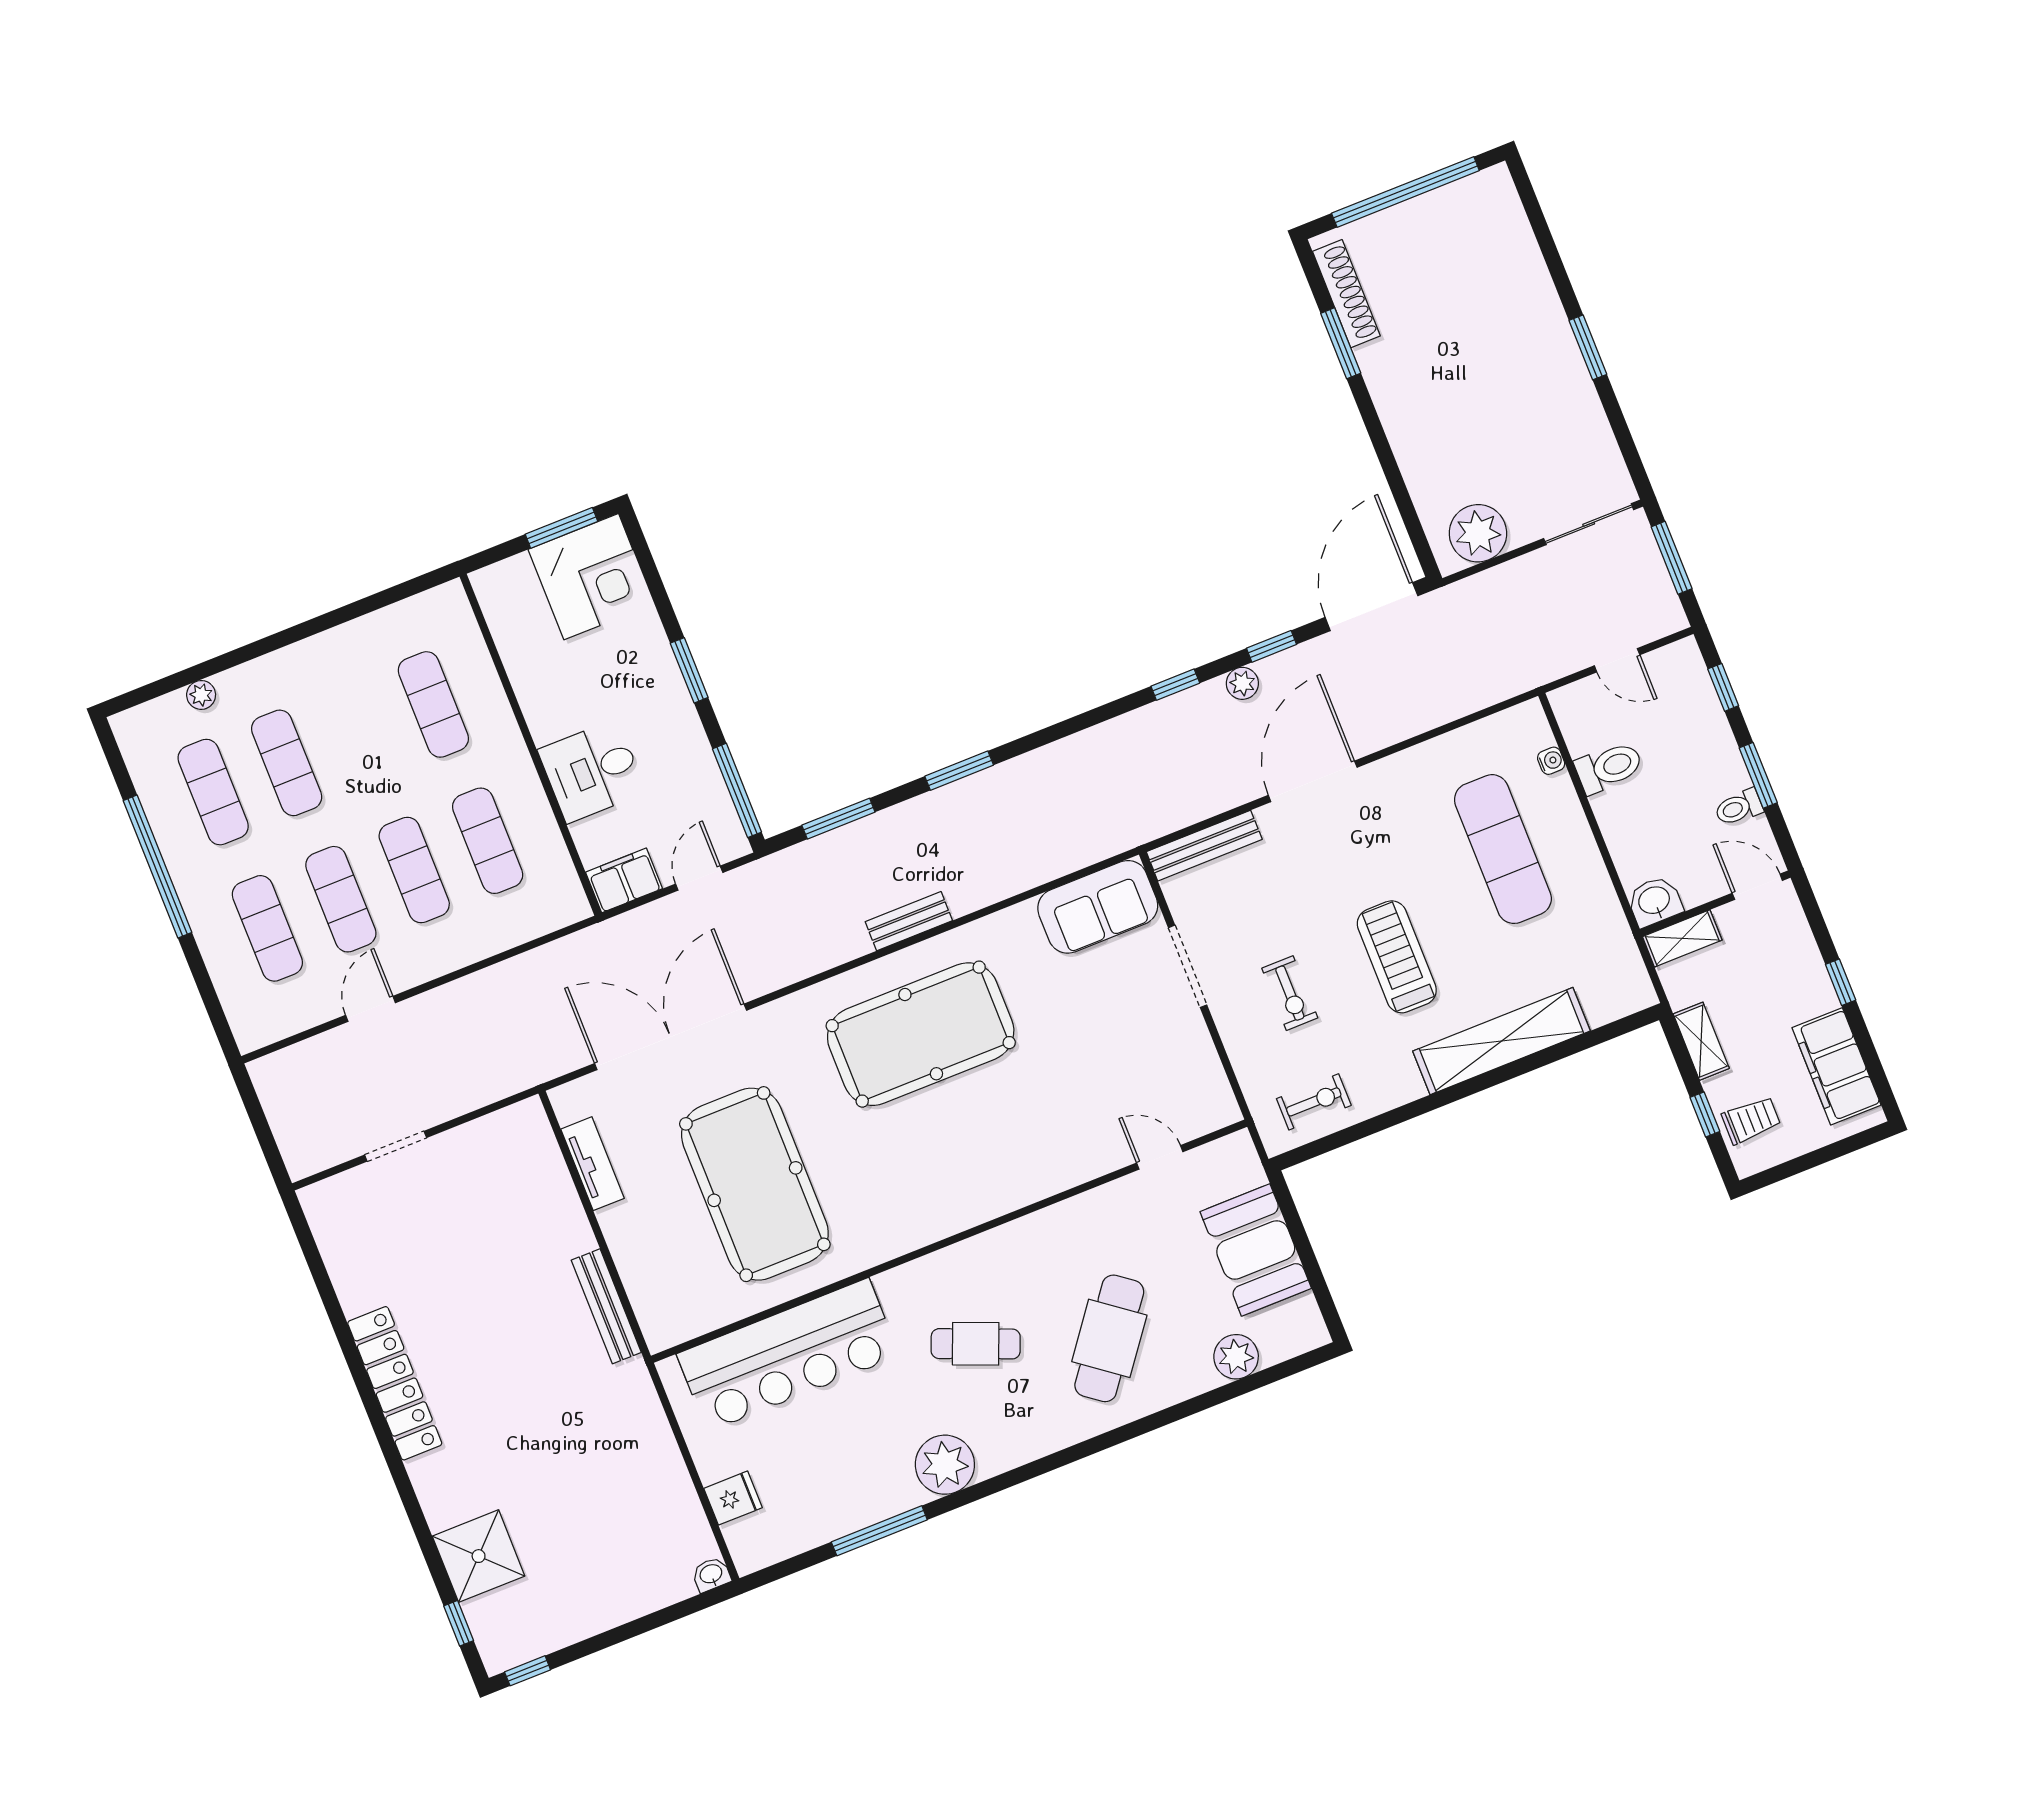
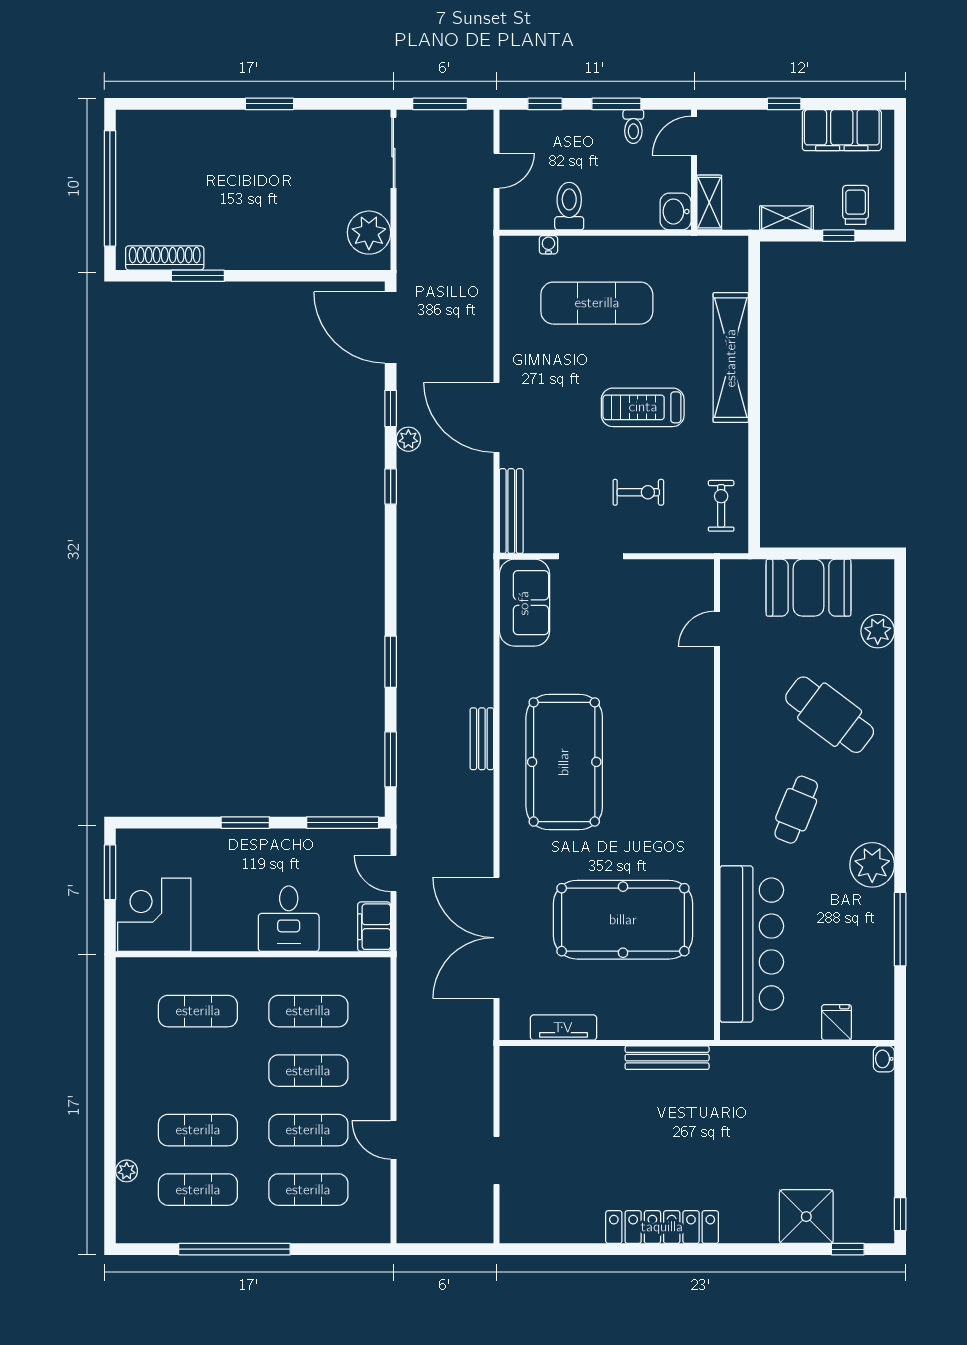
corner desk: (591, 577) -> (154, 915), moved, turned -90

